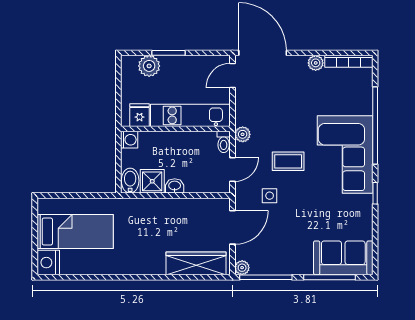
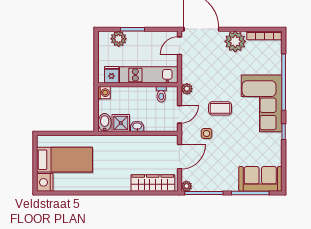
plant: (316, 63) -> (235, 41), width x1.88, depth x1.88
toilet: (224, 142) -> (161, 94), moved

